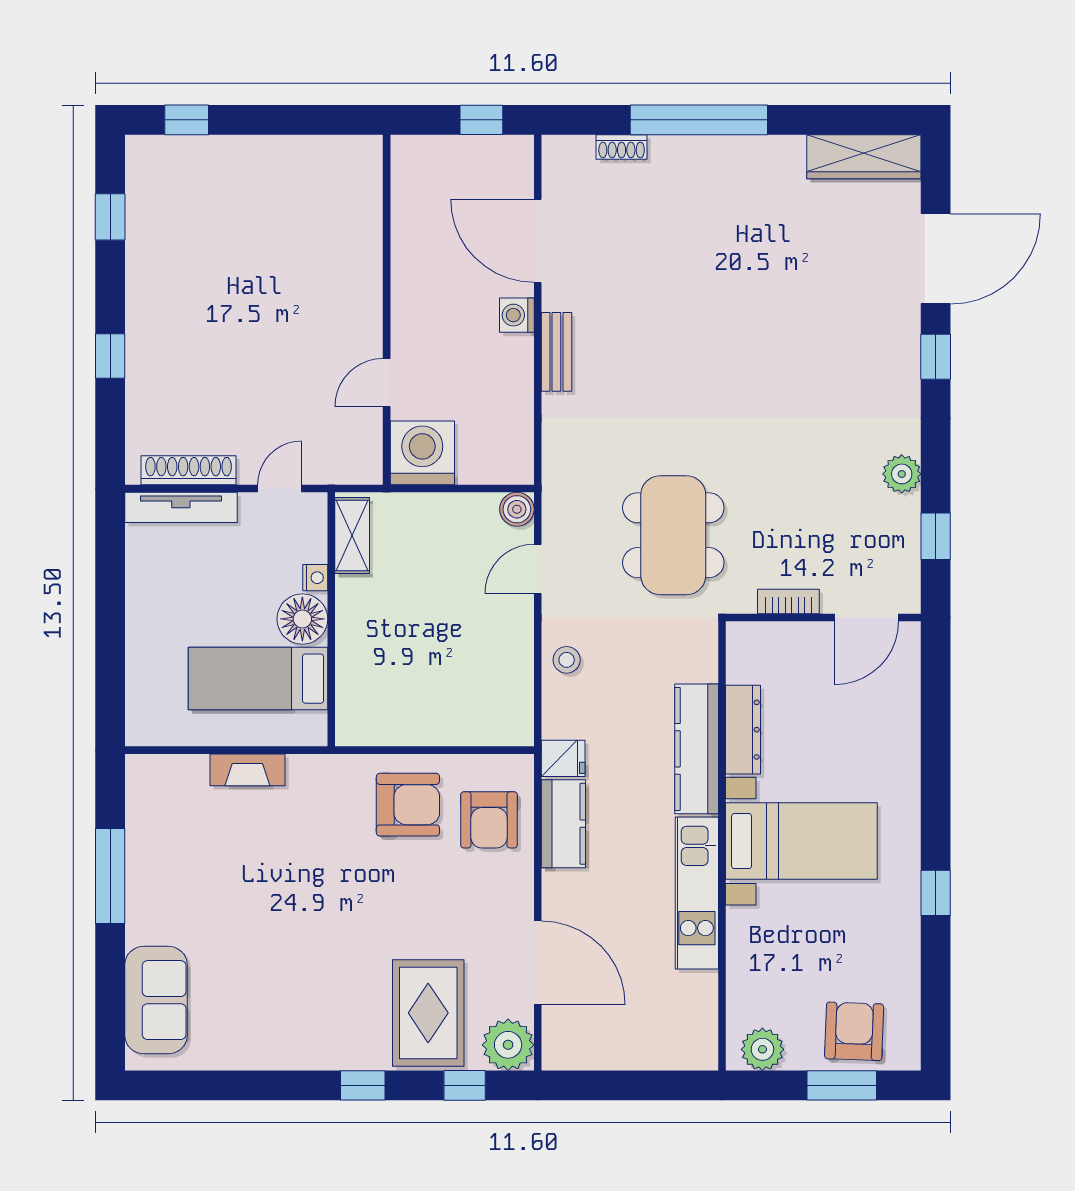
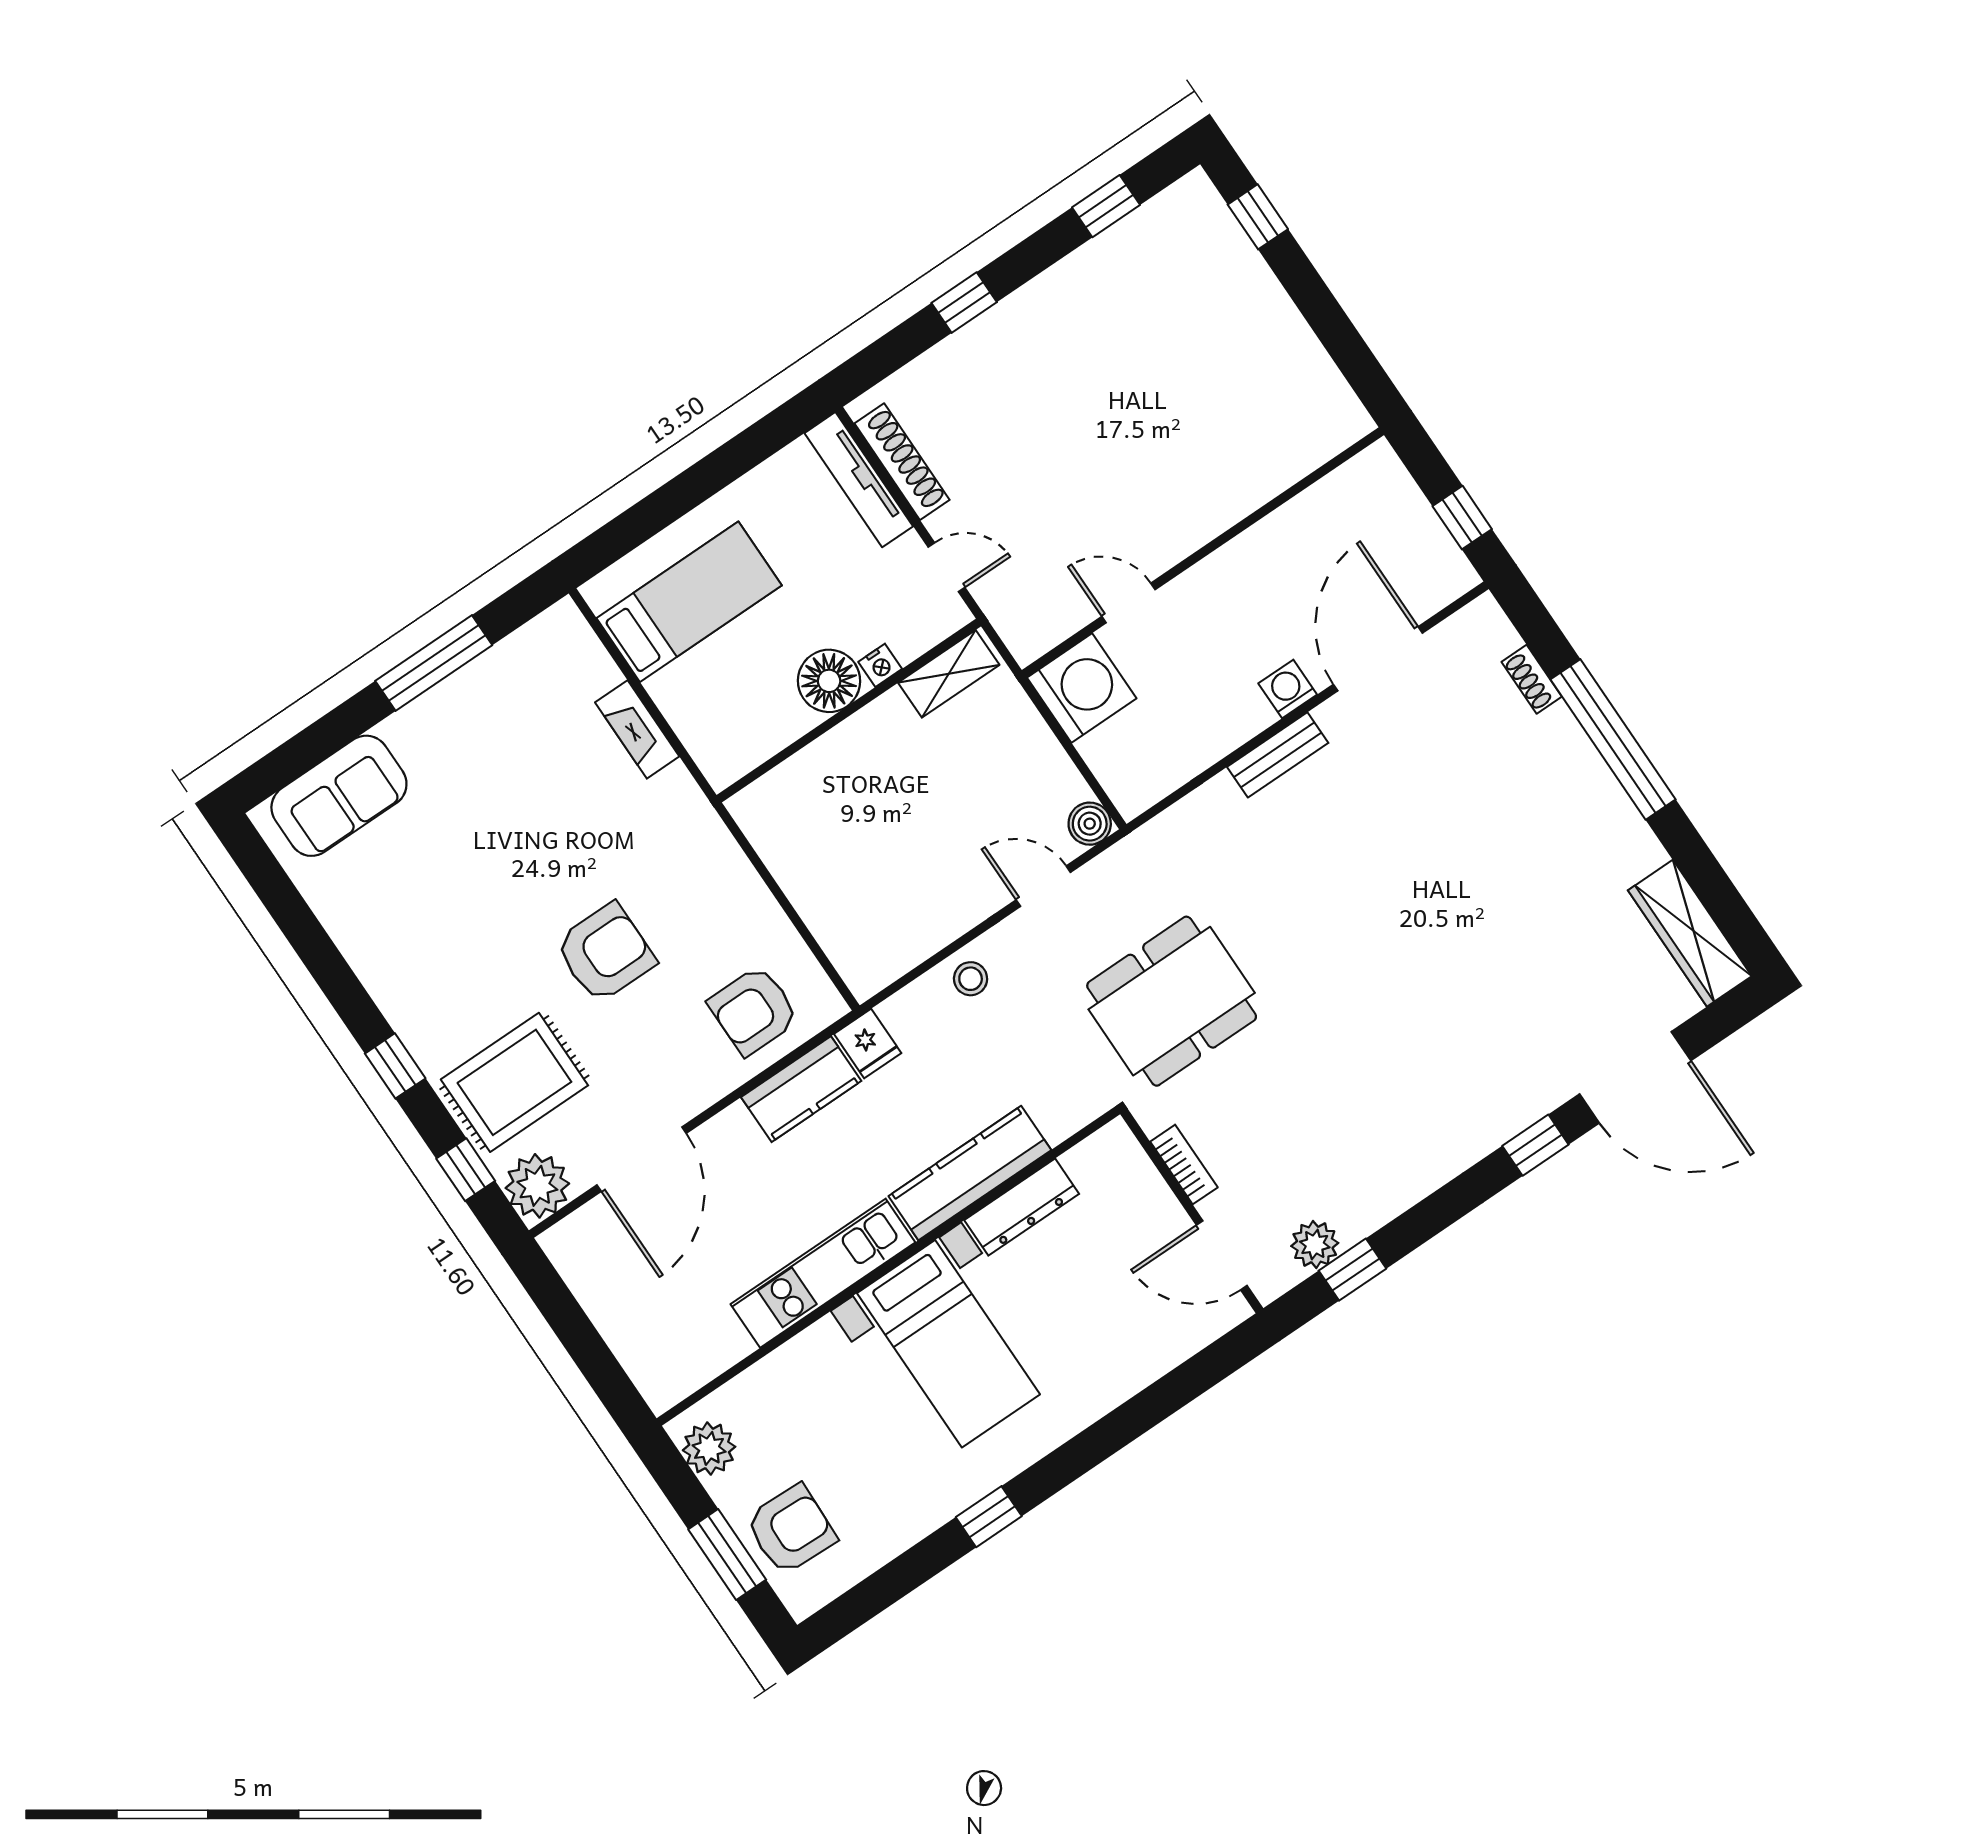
plant: (902, 474) -> (1315, 1245), moved
bed: (258, 679) -> (689, 602), moved, turned 90
armchair: (408, 805) -> (605, 953), moved, turned -90

